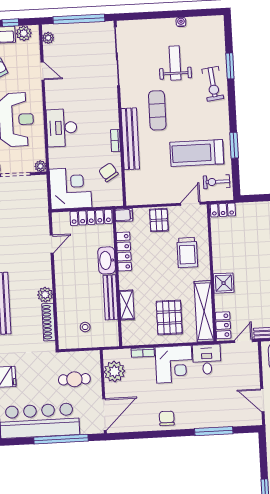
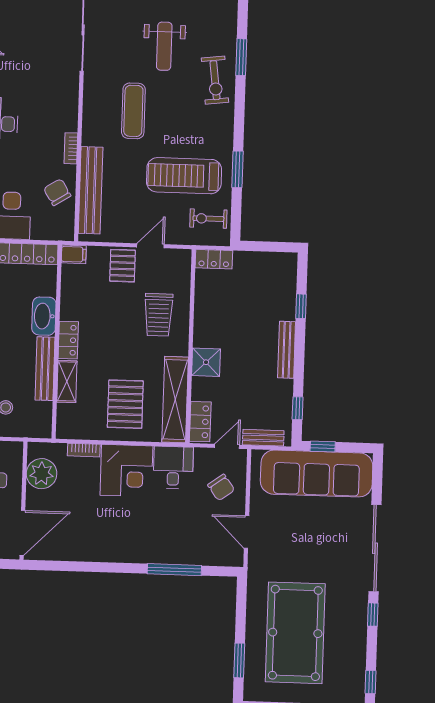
weight bench: (175, 63) -> (164, 46), turned 180
bench: (130, 139) -> (91, 190), moved
door: (190, 204) -> (150, 246), moved
locker: (124, 251) -> (68, 340), moved, width x0.66
chair: (167, 418) -> (221, 487), moved, turned 144

